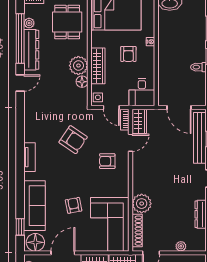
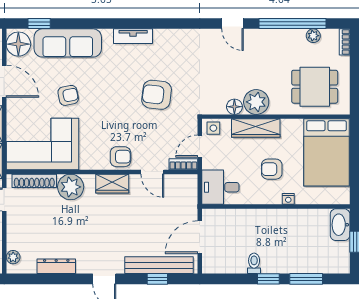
dresser: (31, 50) -> (277, 39), removed
wardrobe: (139, 121) -> (112, 184), moved
armchair: (73, 140) -> (157, 95), turned 63
armchair: (107, 161) -> (120, 157), moved, turned 90
plant: (181, 246) -> (13, 257), moved

